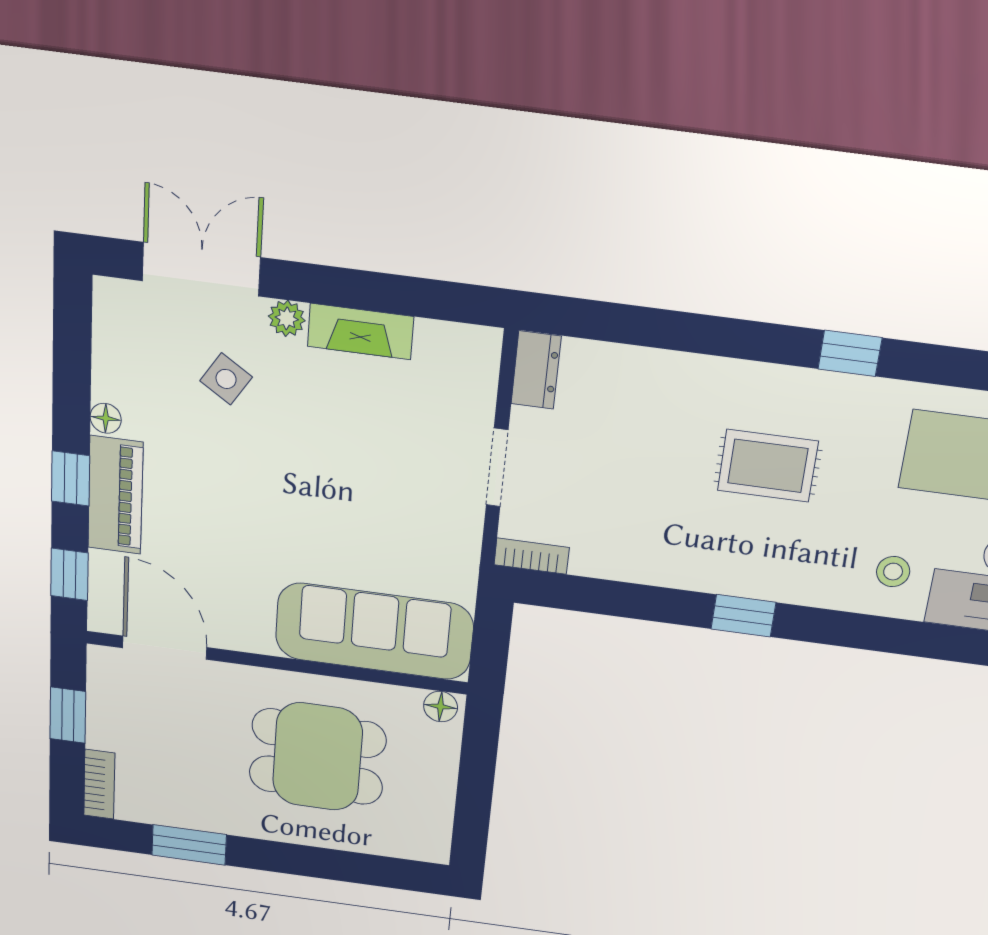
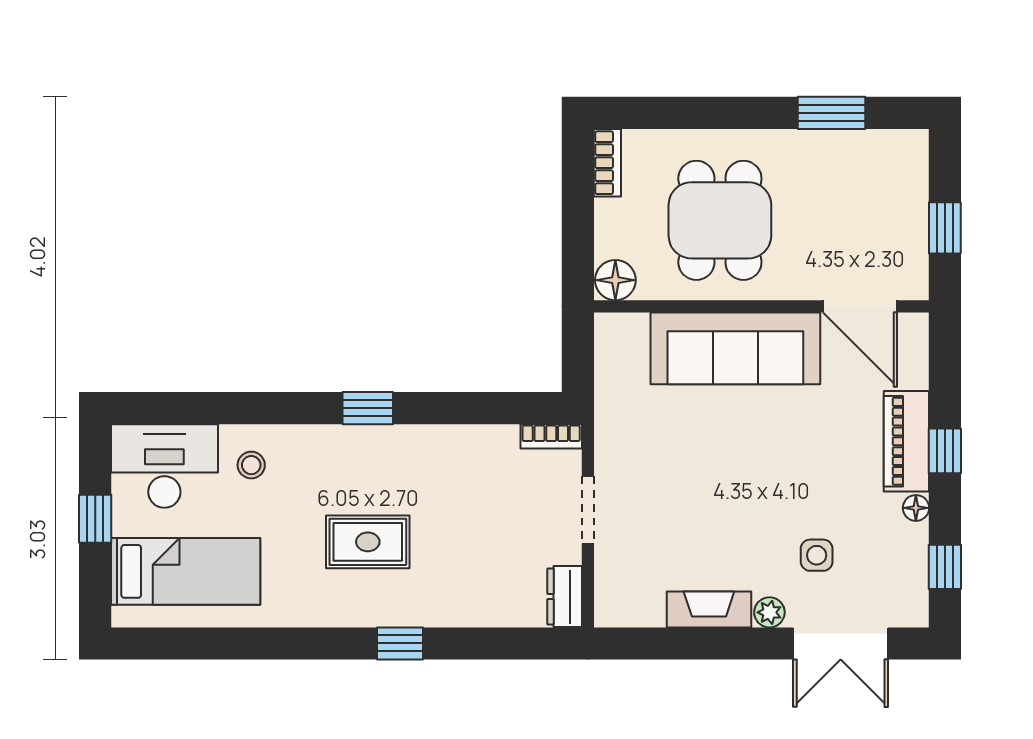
window: (850, 353) -> (400, 643), moved
side table: (226, 379) -> (817, 555), turned -33
window: (69, 574) -> (945, 567), moved
sofa: (374, 631) -> (735, 348), moved
floor lamp: (441, 707) -> (615, 280), width x1.37, depth x1.37
dining table: (317, 757) -> (720, 220), turned 90
bookcase: (99, 784) -> (607, 163), moved, turned 180

